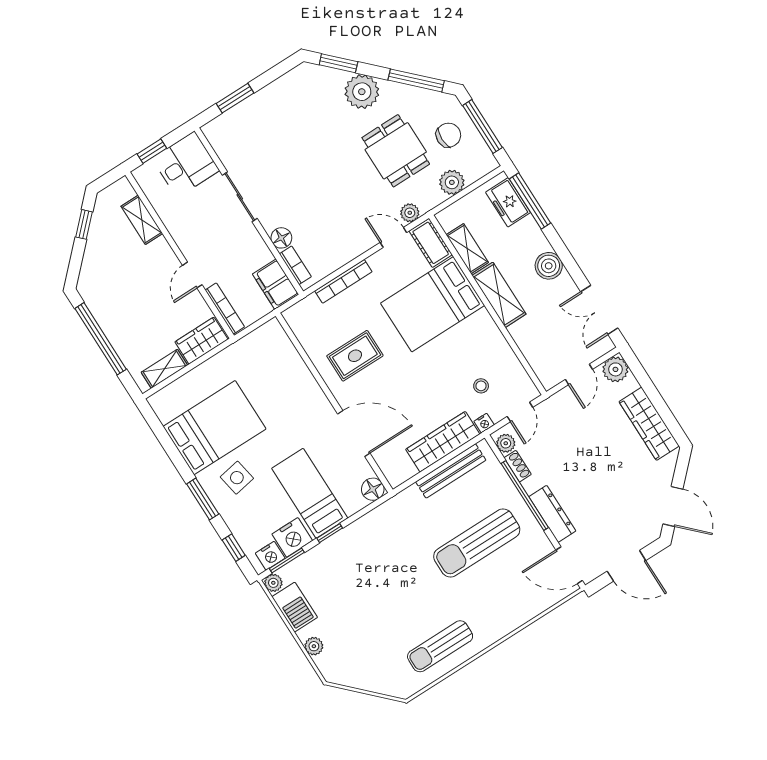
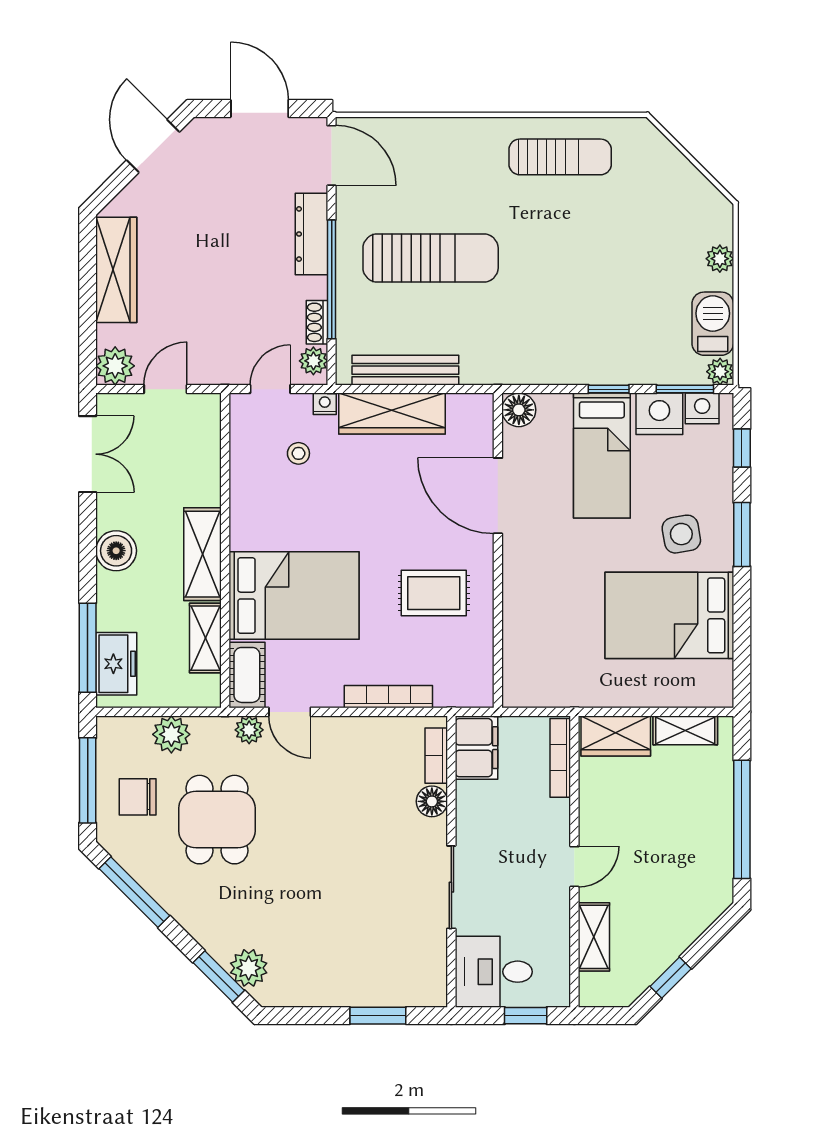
plant: (362, 92) -> (249, 968), moved, width x0.73, depth x0.73
door: (192, 275) -> (574, 867), moved

